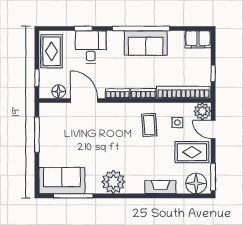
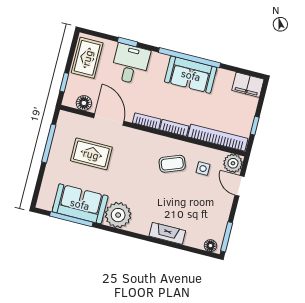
coffee table: (149, 125) -> (172, 164), turned 73
rug: (192, 152) -> (91, 154), moved
sofa: (62, 181) -> (80, 204), moved
floor lamp: (196, 183) -> (210, 246), width x0.53, depth x0.53

